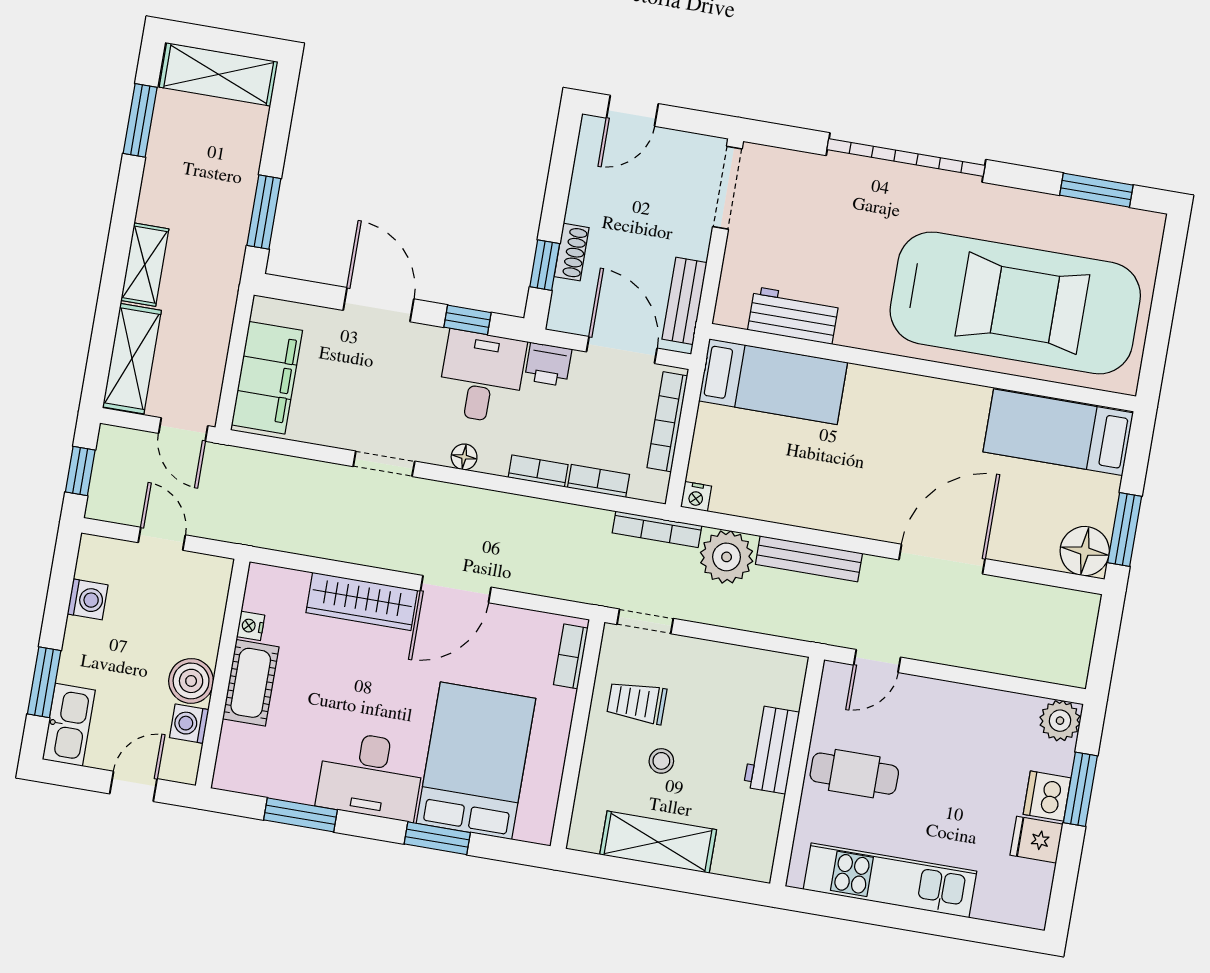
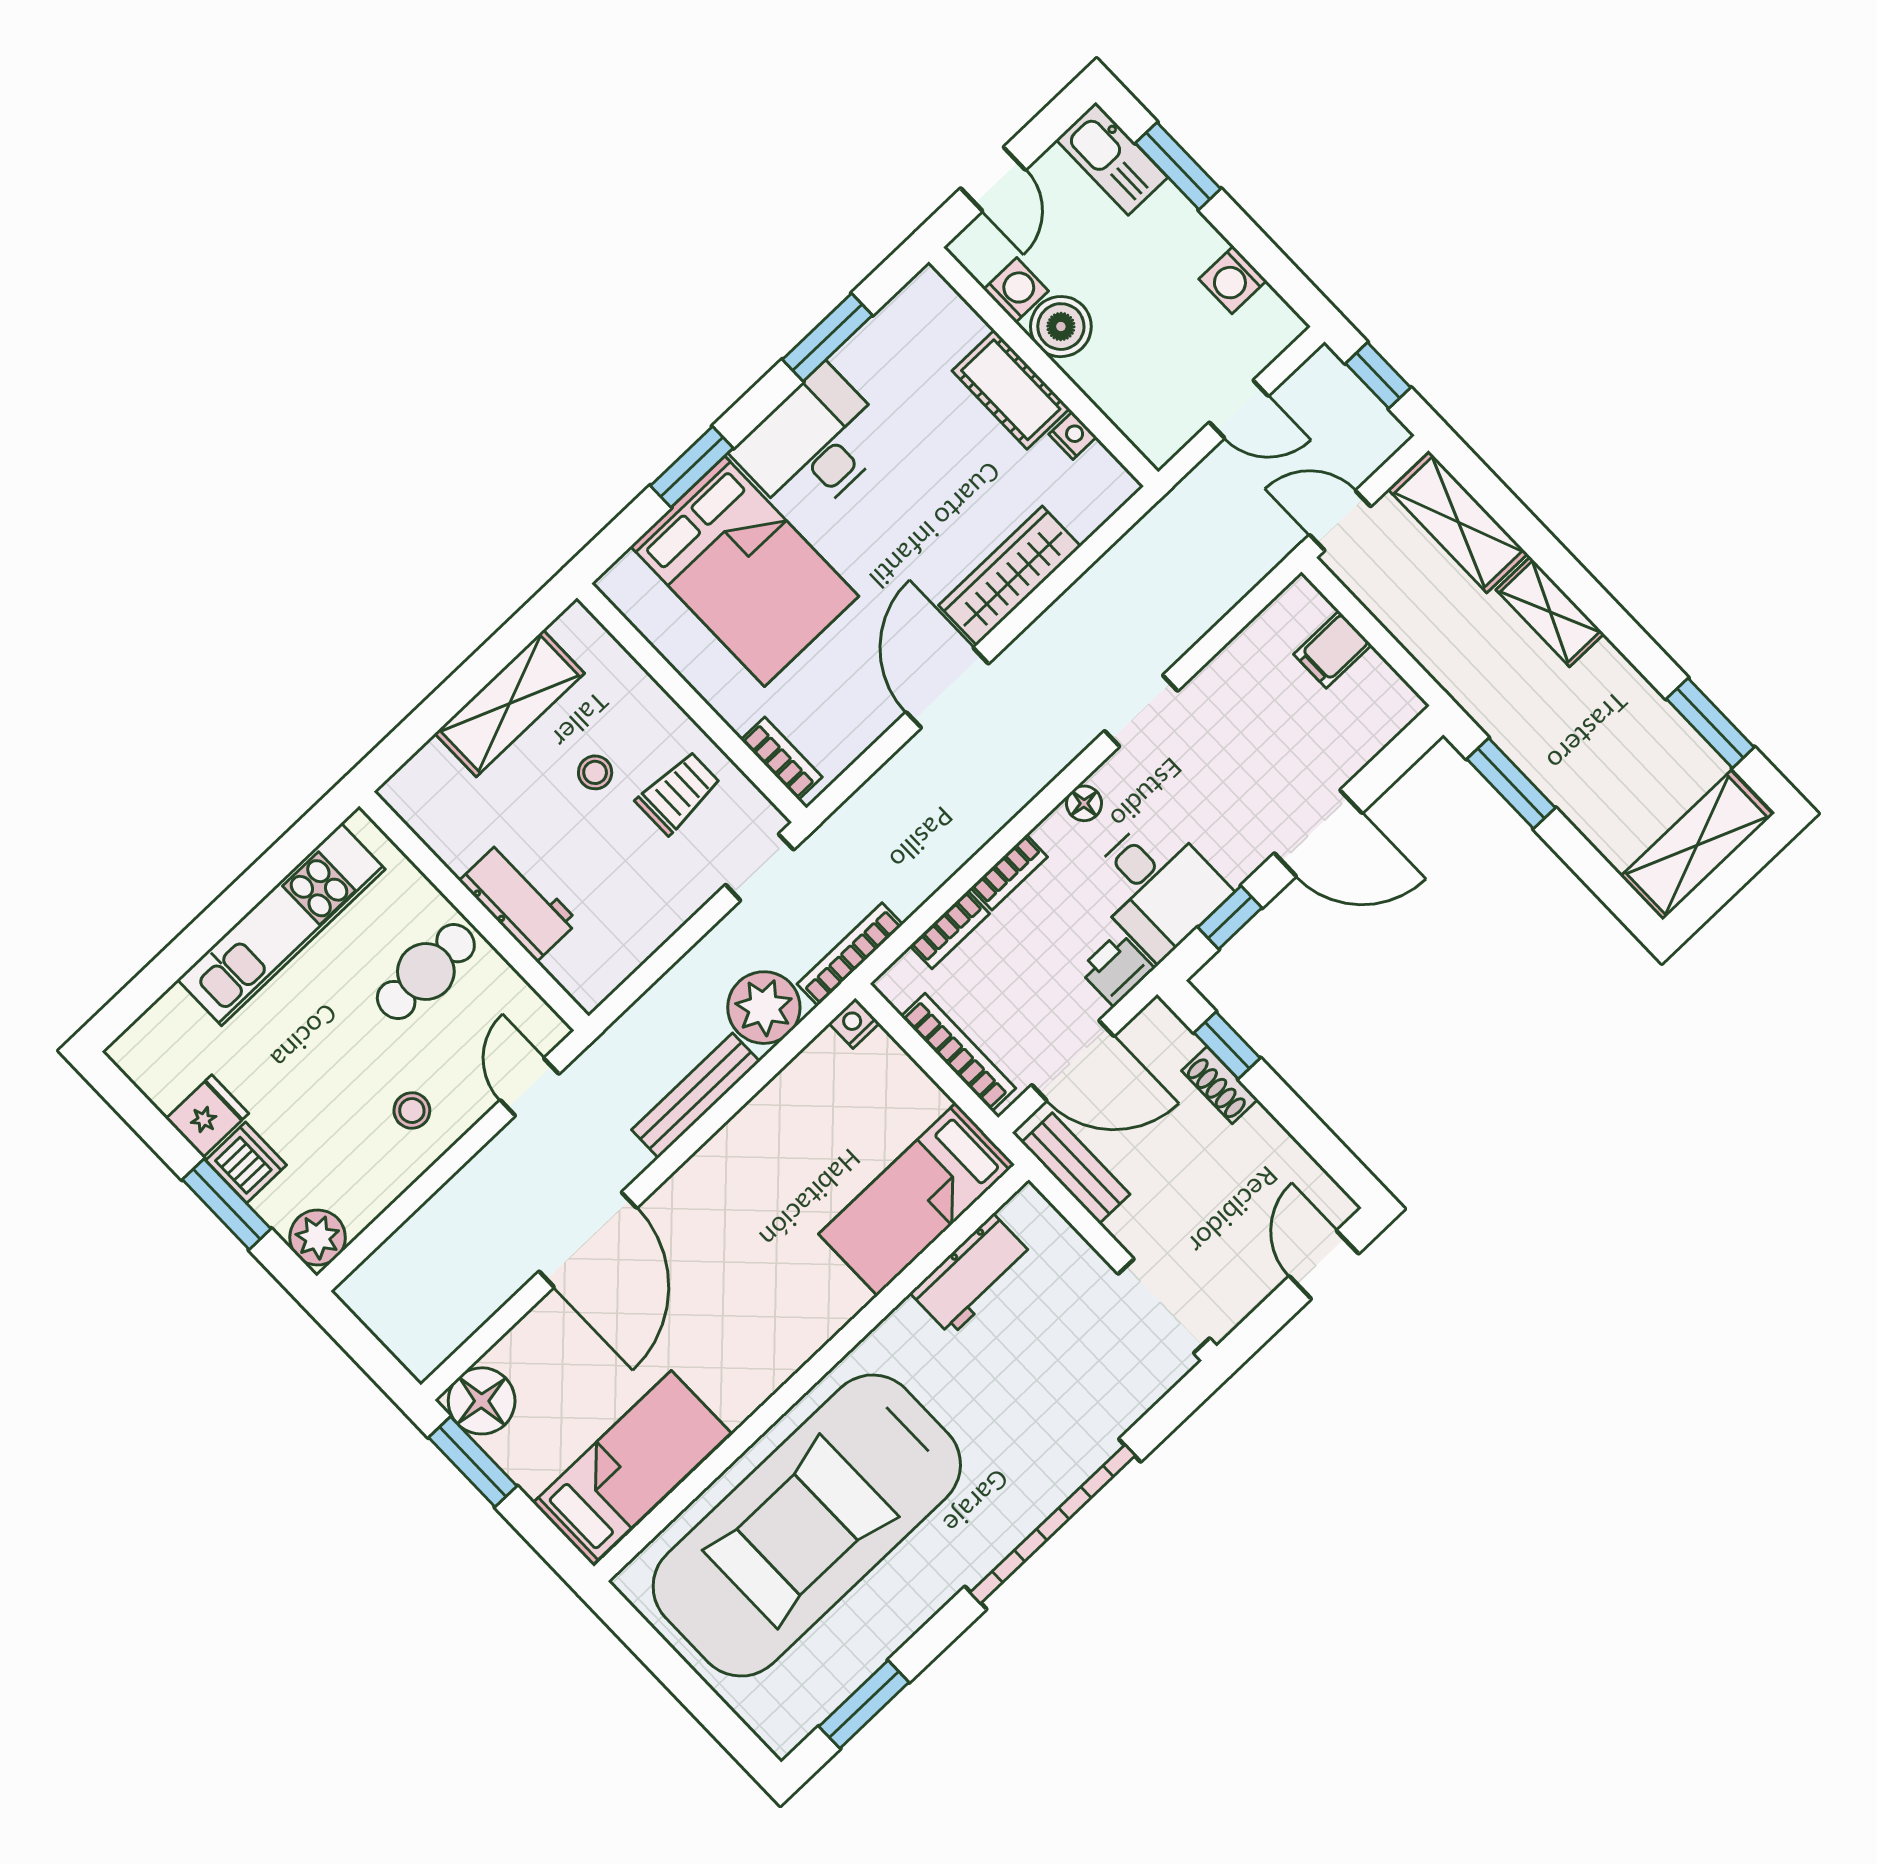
filing cabinet: (267, 378) -> (1333, 650), width x0.33, depth x0.86
stool: (943, 721) -> (412, 1111), added

